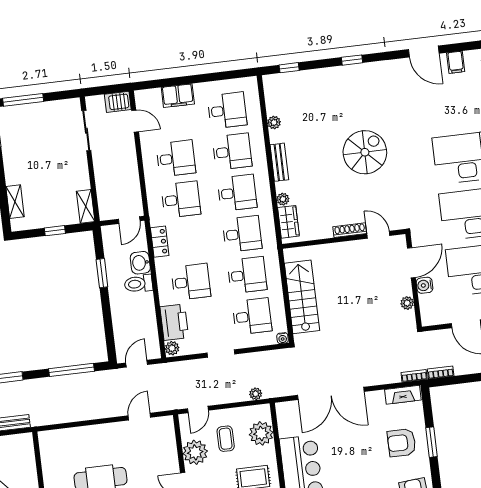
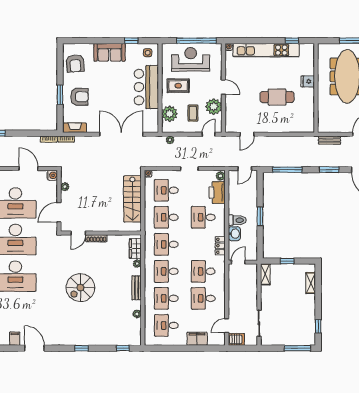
door: (135, 121) -> (227, 326), hinge flipped
door: (378, 235) -> (78, 233), hinge flipped
window: (102, 273) -> (260, 216), moved
water cooler: (425, 285) -> (52, 175), moved

